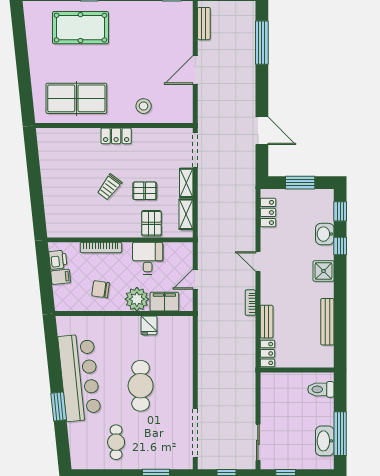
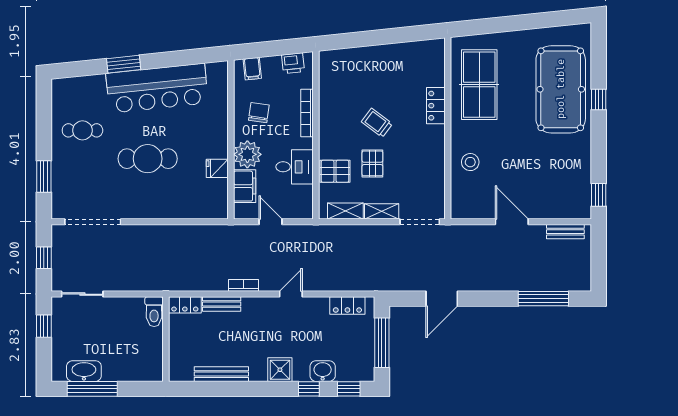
pool table: (80, 28) -> (561, 89), width x1.36, depth x1.32
locker: (116, 136) -> (436, 106), moved
window: (300, 183) -> (382, 343), width x1.44
filing cabinet: (61, 277) -> (252, 69), moved
toilet: (321, 389) -> (154, 312), moved, turned 180

